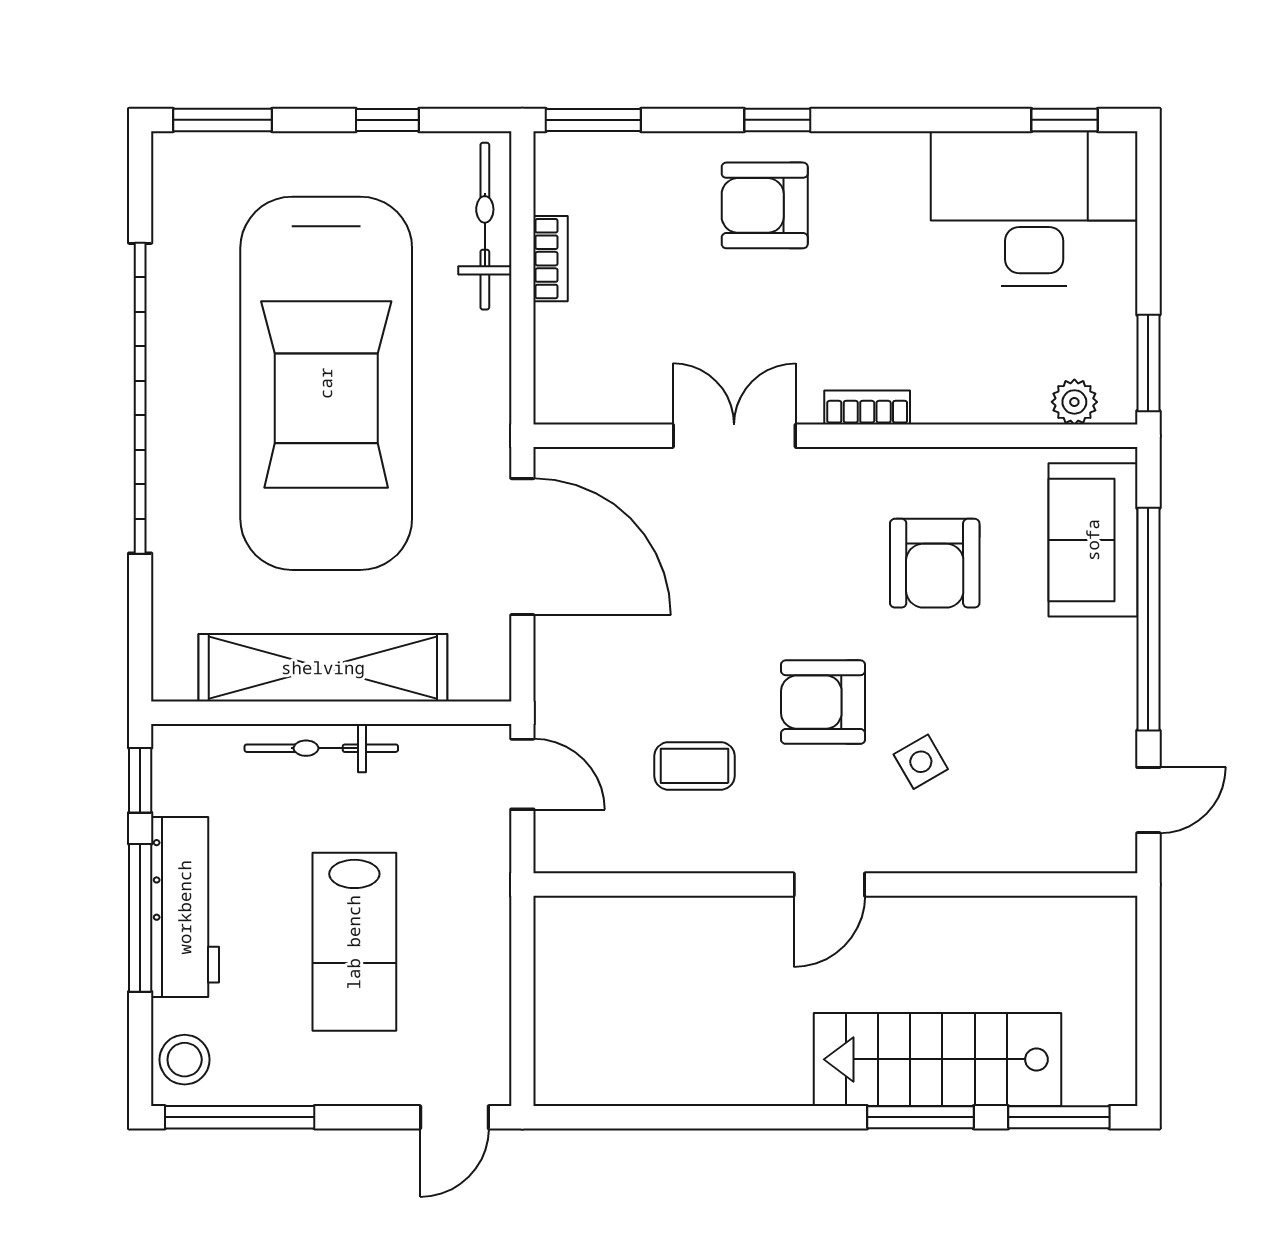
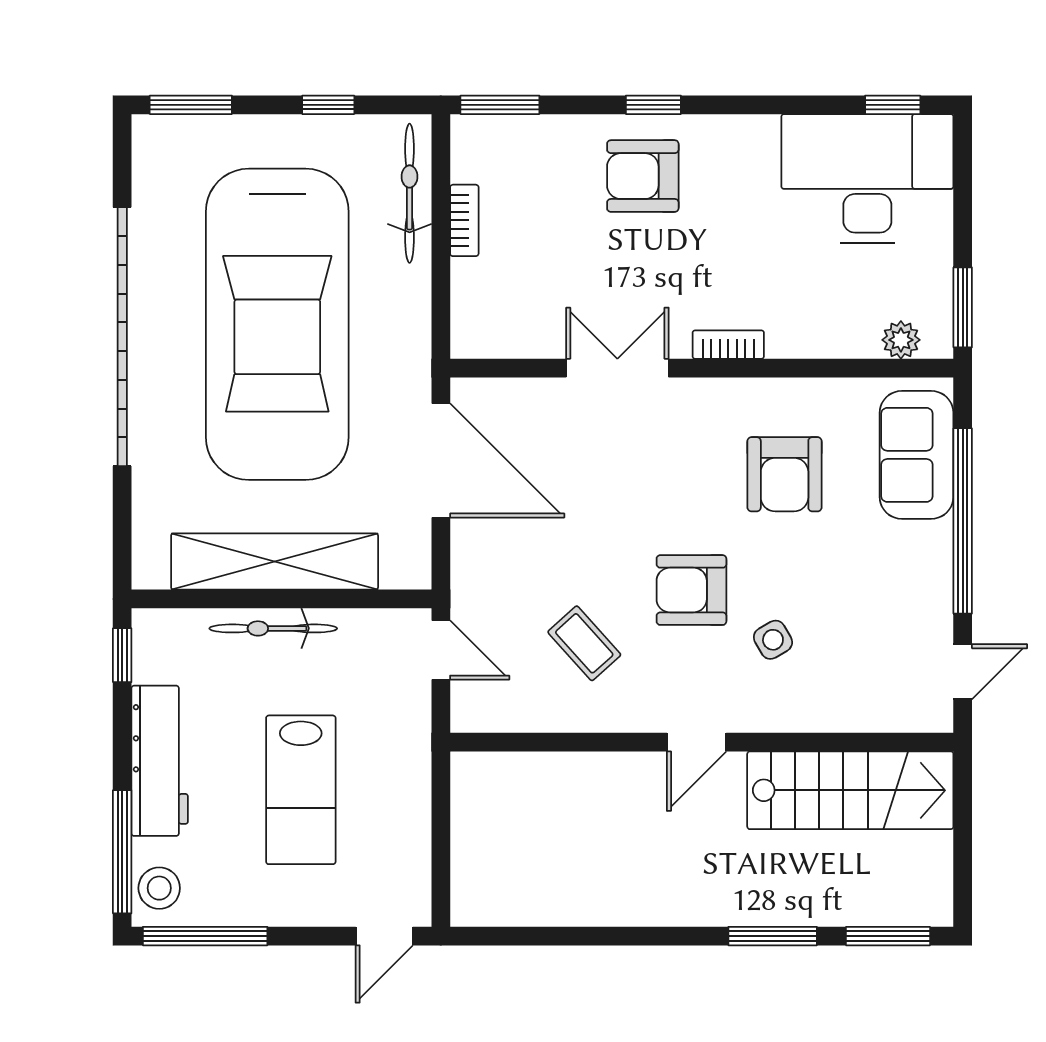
coffee table: (694, 766) -> (584, 643), turned 48
window: (140, 918) -> (122, 852), moved
stairs: (938, 1059) -> (850, 790), moved, turned 180

